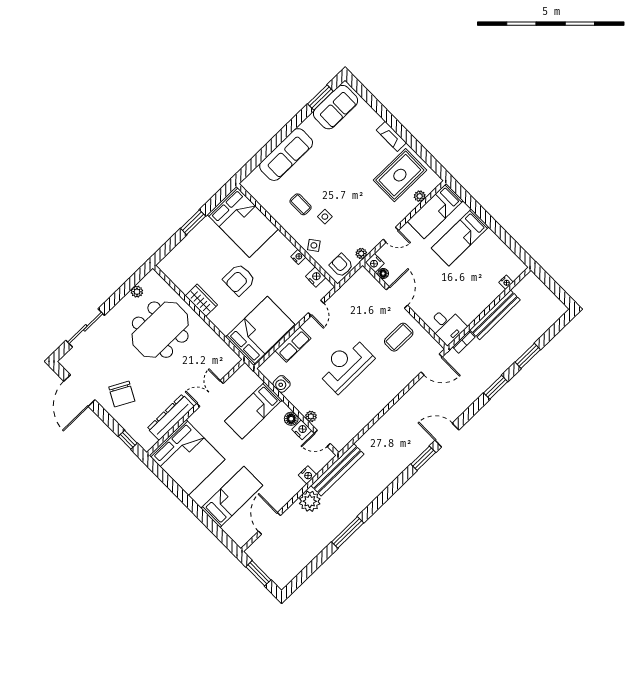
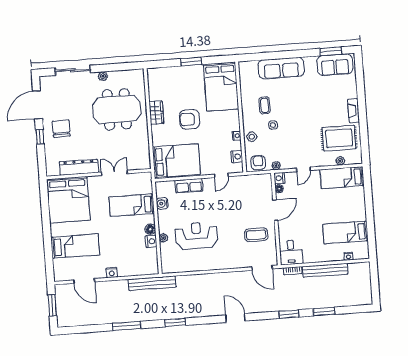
door: (391, 235) -> (303, 169), hinge flipped
bed: (460, 237) -> (345, 232), moved
plant: (137, 292) -> (103, 76), moved
reception desk: (345, 365) -> (197, 236), moved
chair: (122, 394) -> (61, 129), turned 152
door: (322, 438) -> (159, 257), removed
window: (128, 440) -> (40, 137), moved
window: (423, 458) -> (175, 322), moved
nightstand: (307, 475) -> (112, 273), moved
plant: (310, 501) -> (120, 288), removed
door: (269, 523) -> (84, 281), swing flipped

